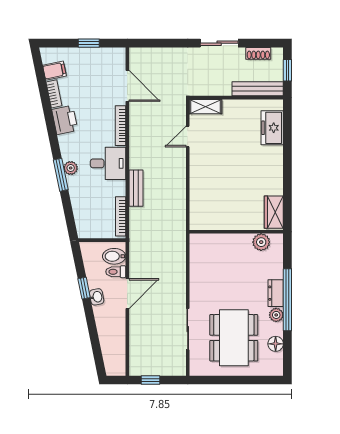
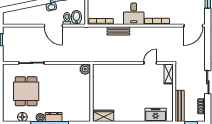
door: (127, 86) -> (193, 26), moved
door: (188, 136) -> (150, 63), hinge flipped
plant: (261, 242) -> (85, 69), moved
dining table: (234, 338) -> (26, 91), width x0.73

